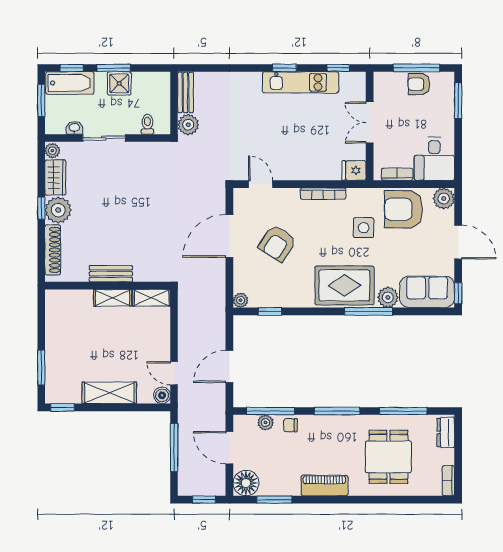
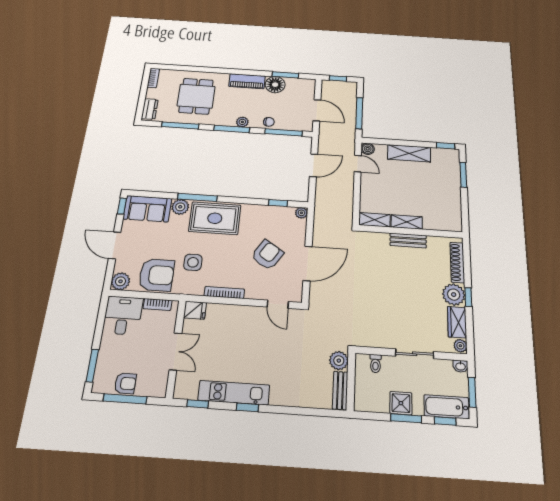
washbasin: (74, 128) -> (461, 366), moved
plant: (265, 422) -> (242, 122), moved
floor lamp: (246, 483) -> (275, 85), moved

